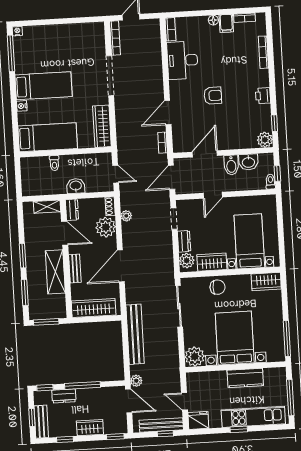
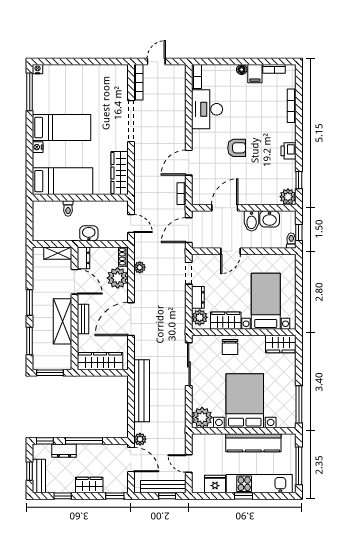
chair: (217, 287) -> (230, 347), turned 90
kitchen counter: (245, 378) -> (253, 443), width x1.50
fridge: (198, 420) -> (215, 484), moved

